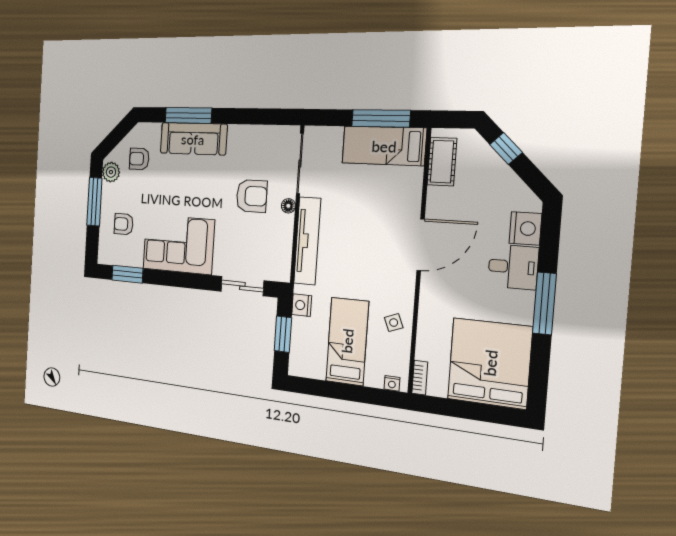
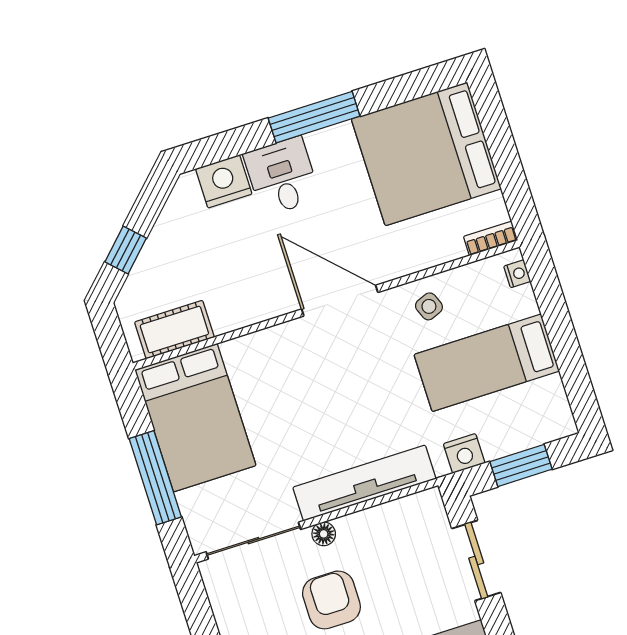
window: (381, 118) -> (155, 478), moved
bed: (384, 146) -> (195, 418), width x1.50
door: (421, 245) -> (340, 301), moved

